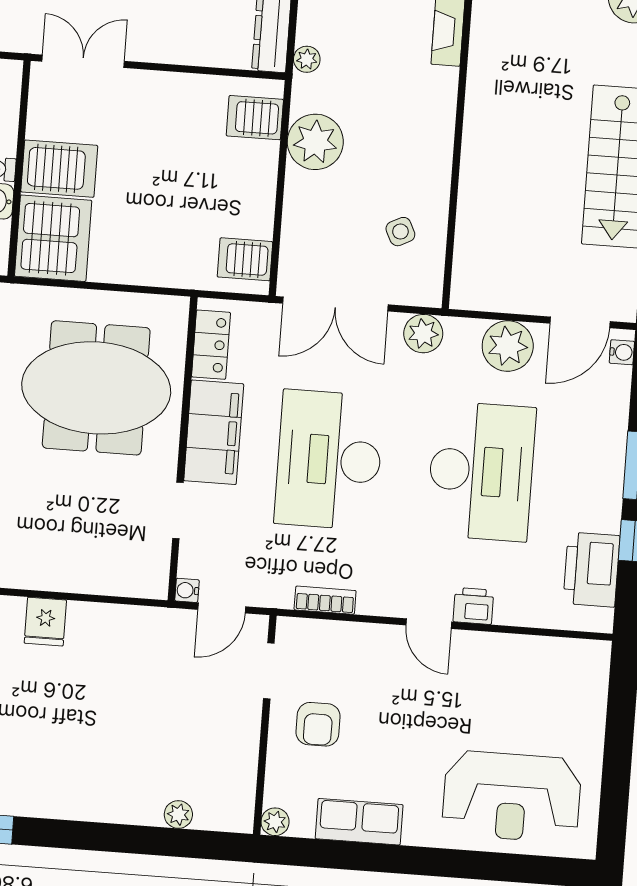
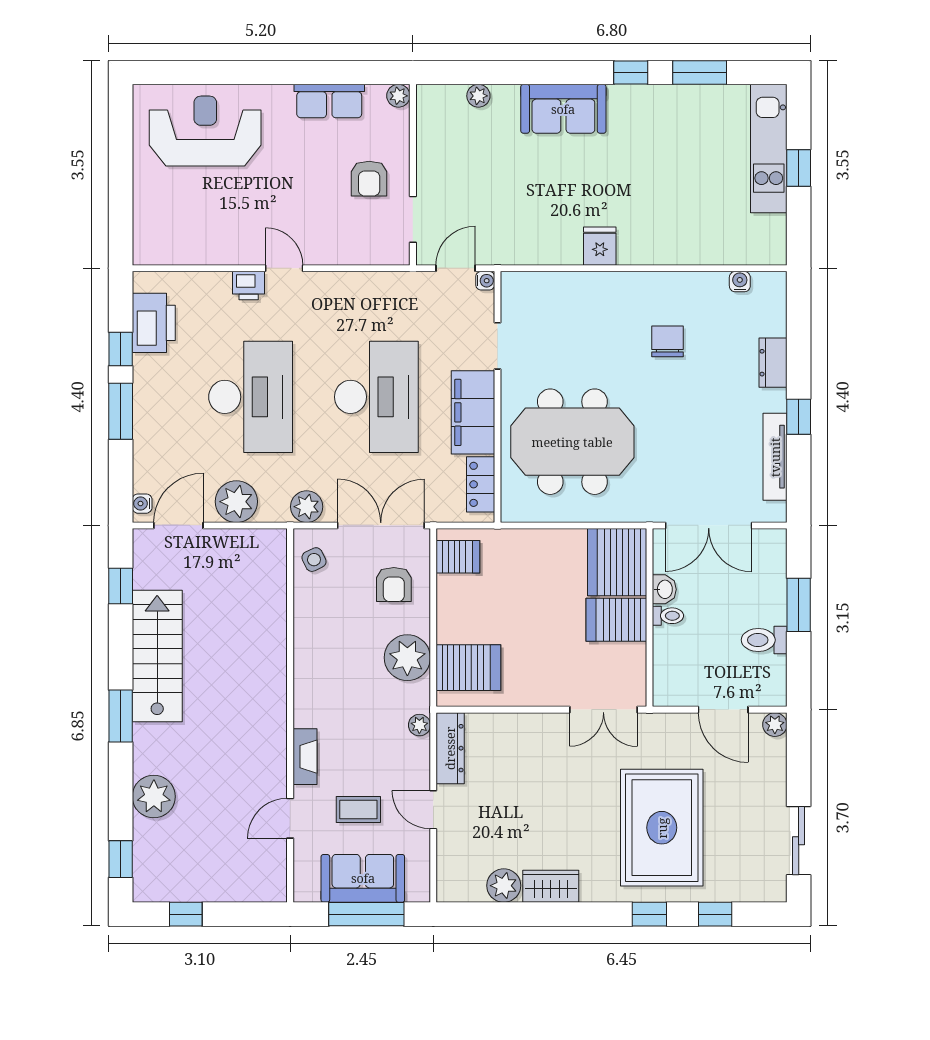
server rack: (255, 118) -> (468, 668), width x1.36, depth x1.44
armchair: (325, 232) -> (394, 584), added
side table: (400, 232) -> (314, 560), moved
desk: (481, 471) -> (251, 397), turned 180
bookcase: (325, 600) -> (371, 281), removed
armchair: (318, 724) -> (369, 179), turned 180
sofa: (77, 791) -> (563, 109), added

